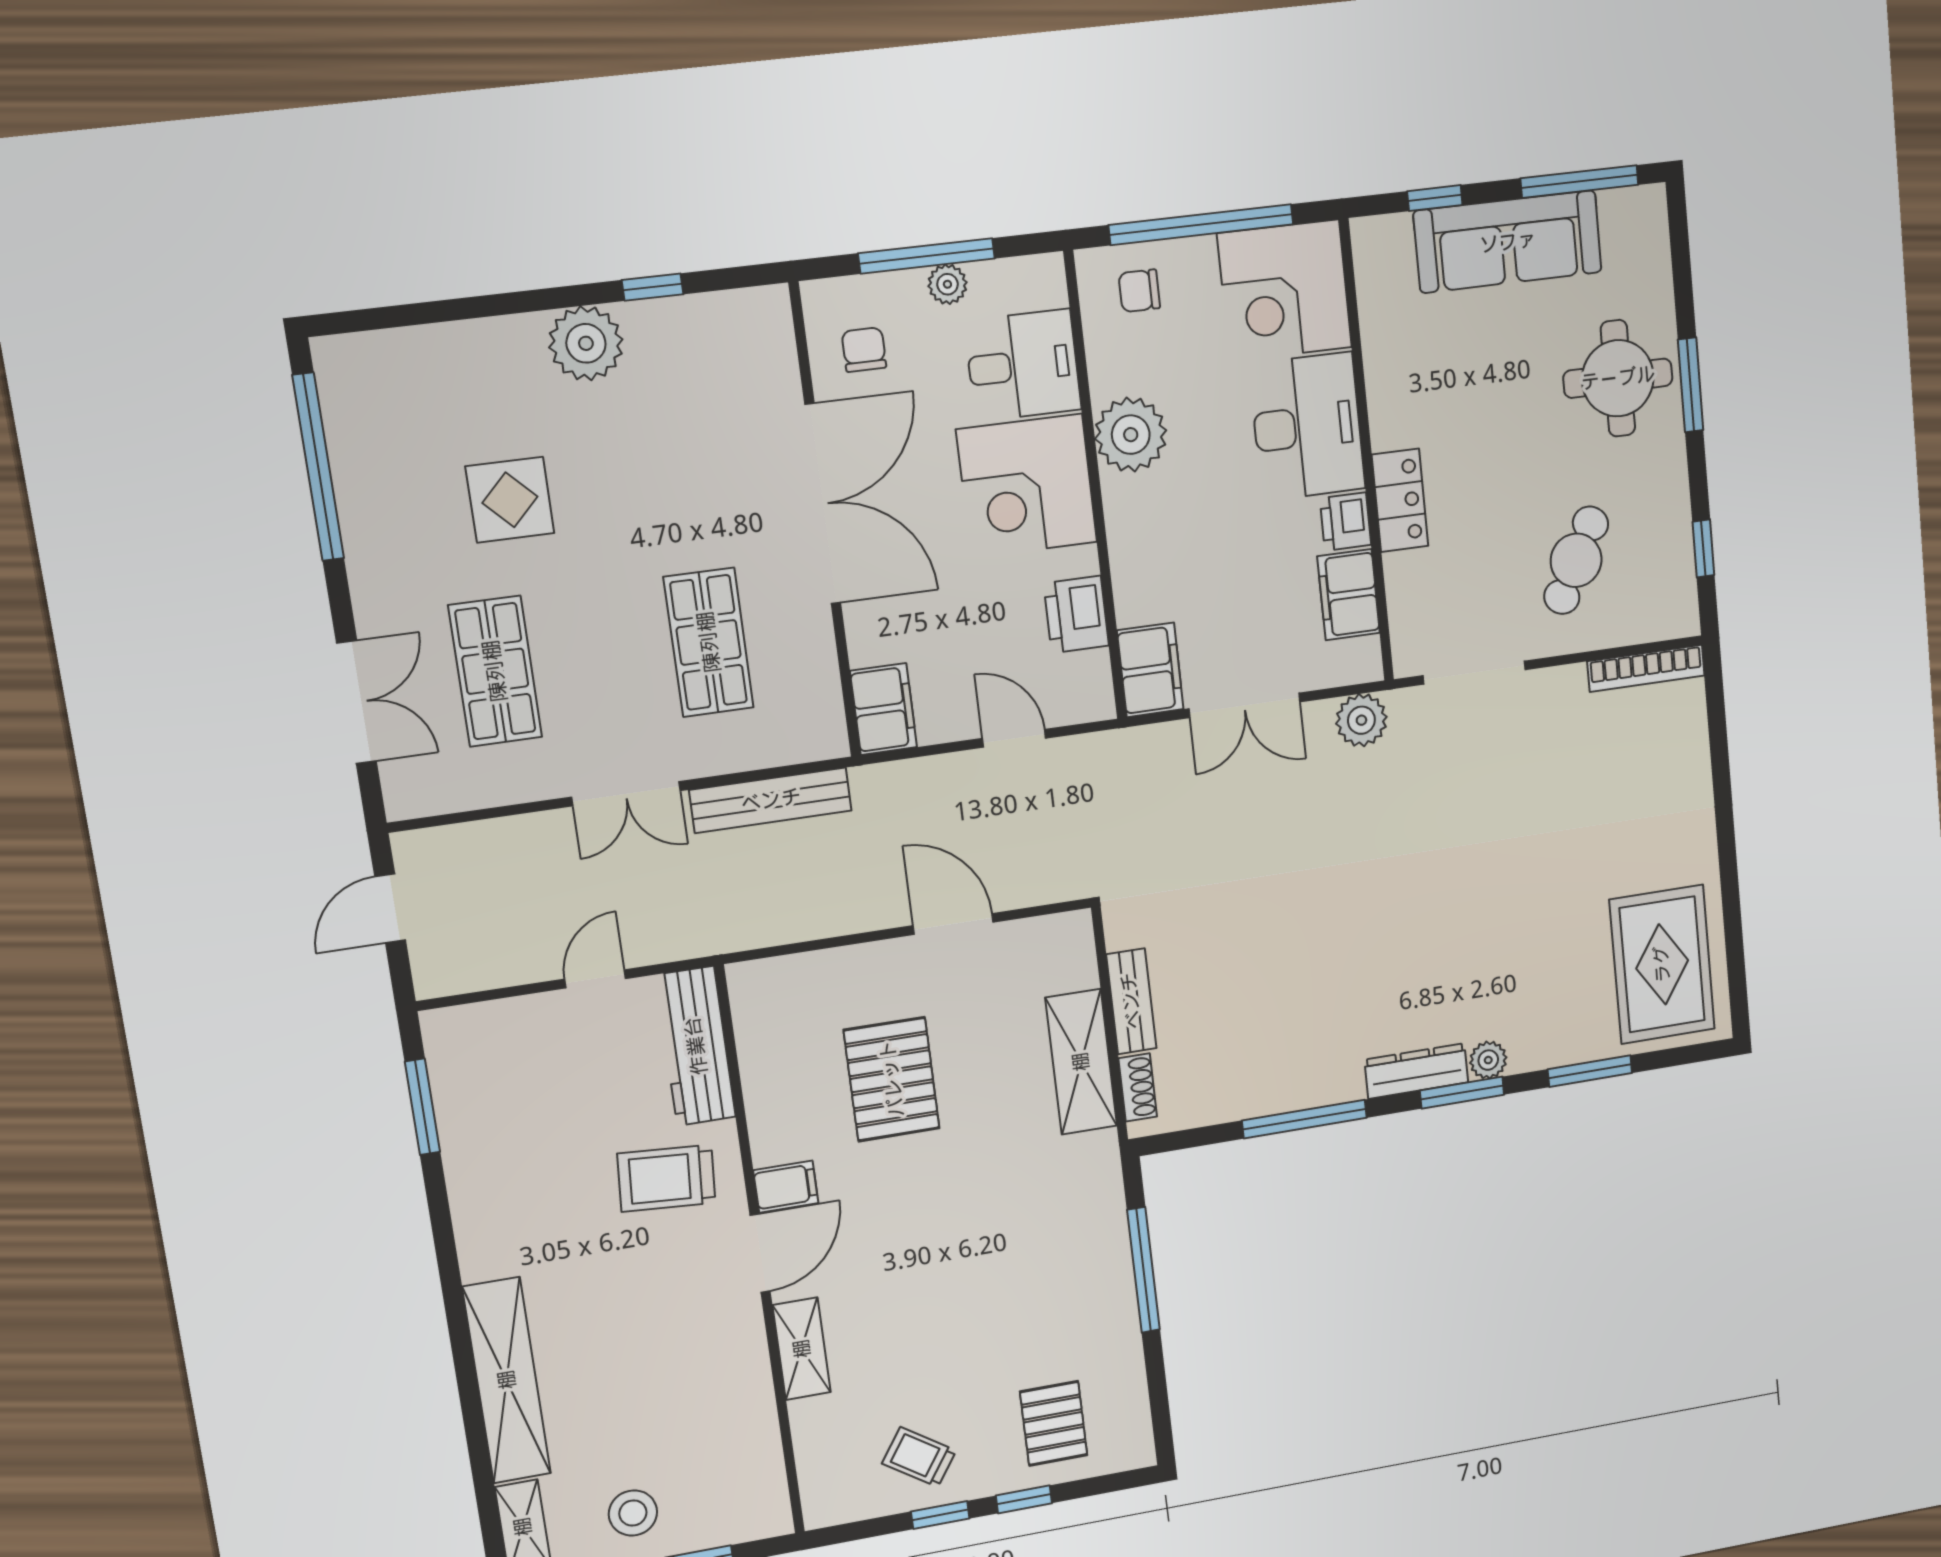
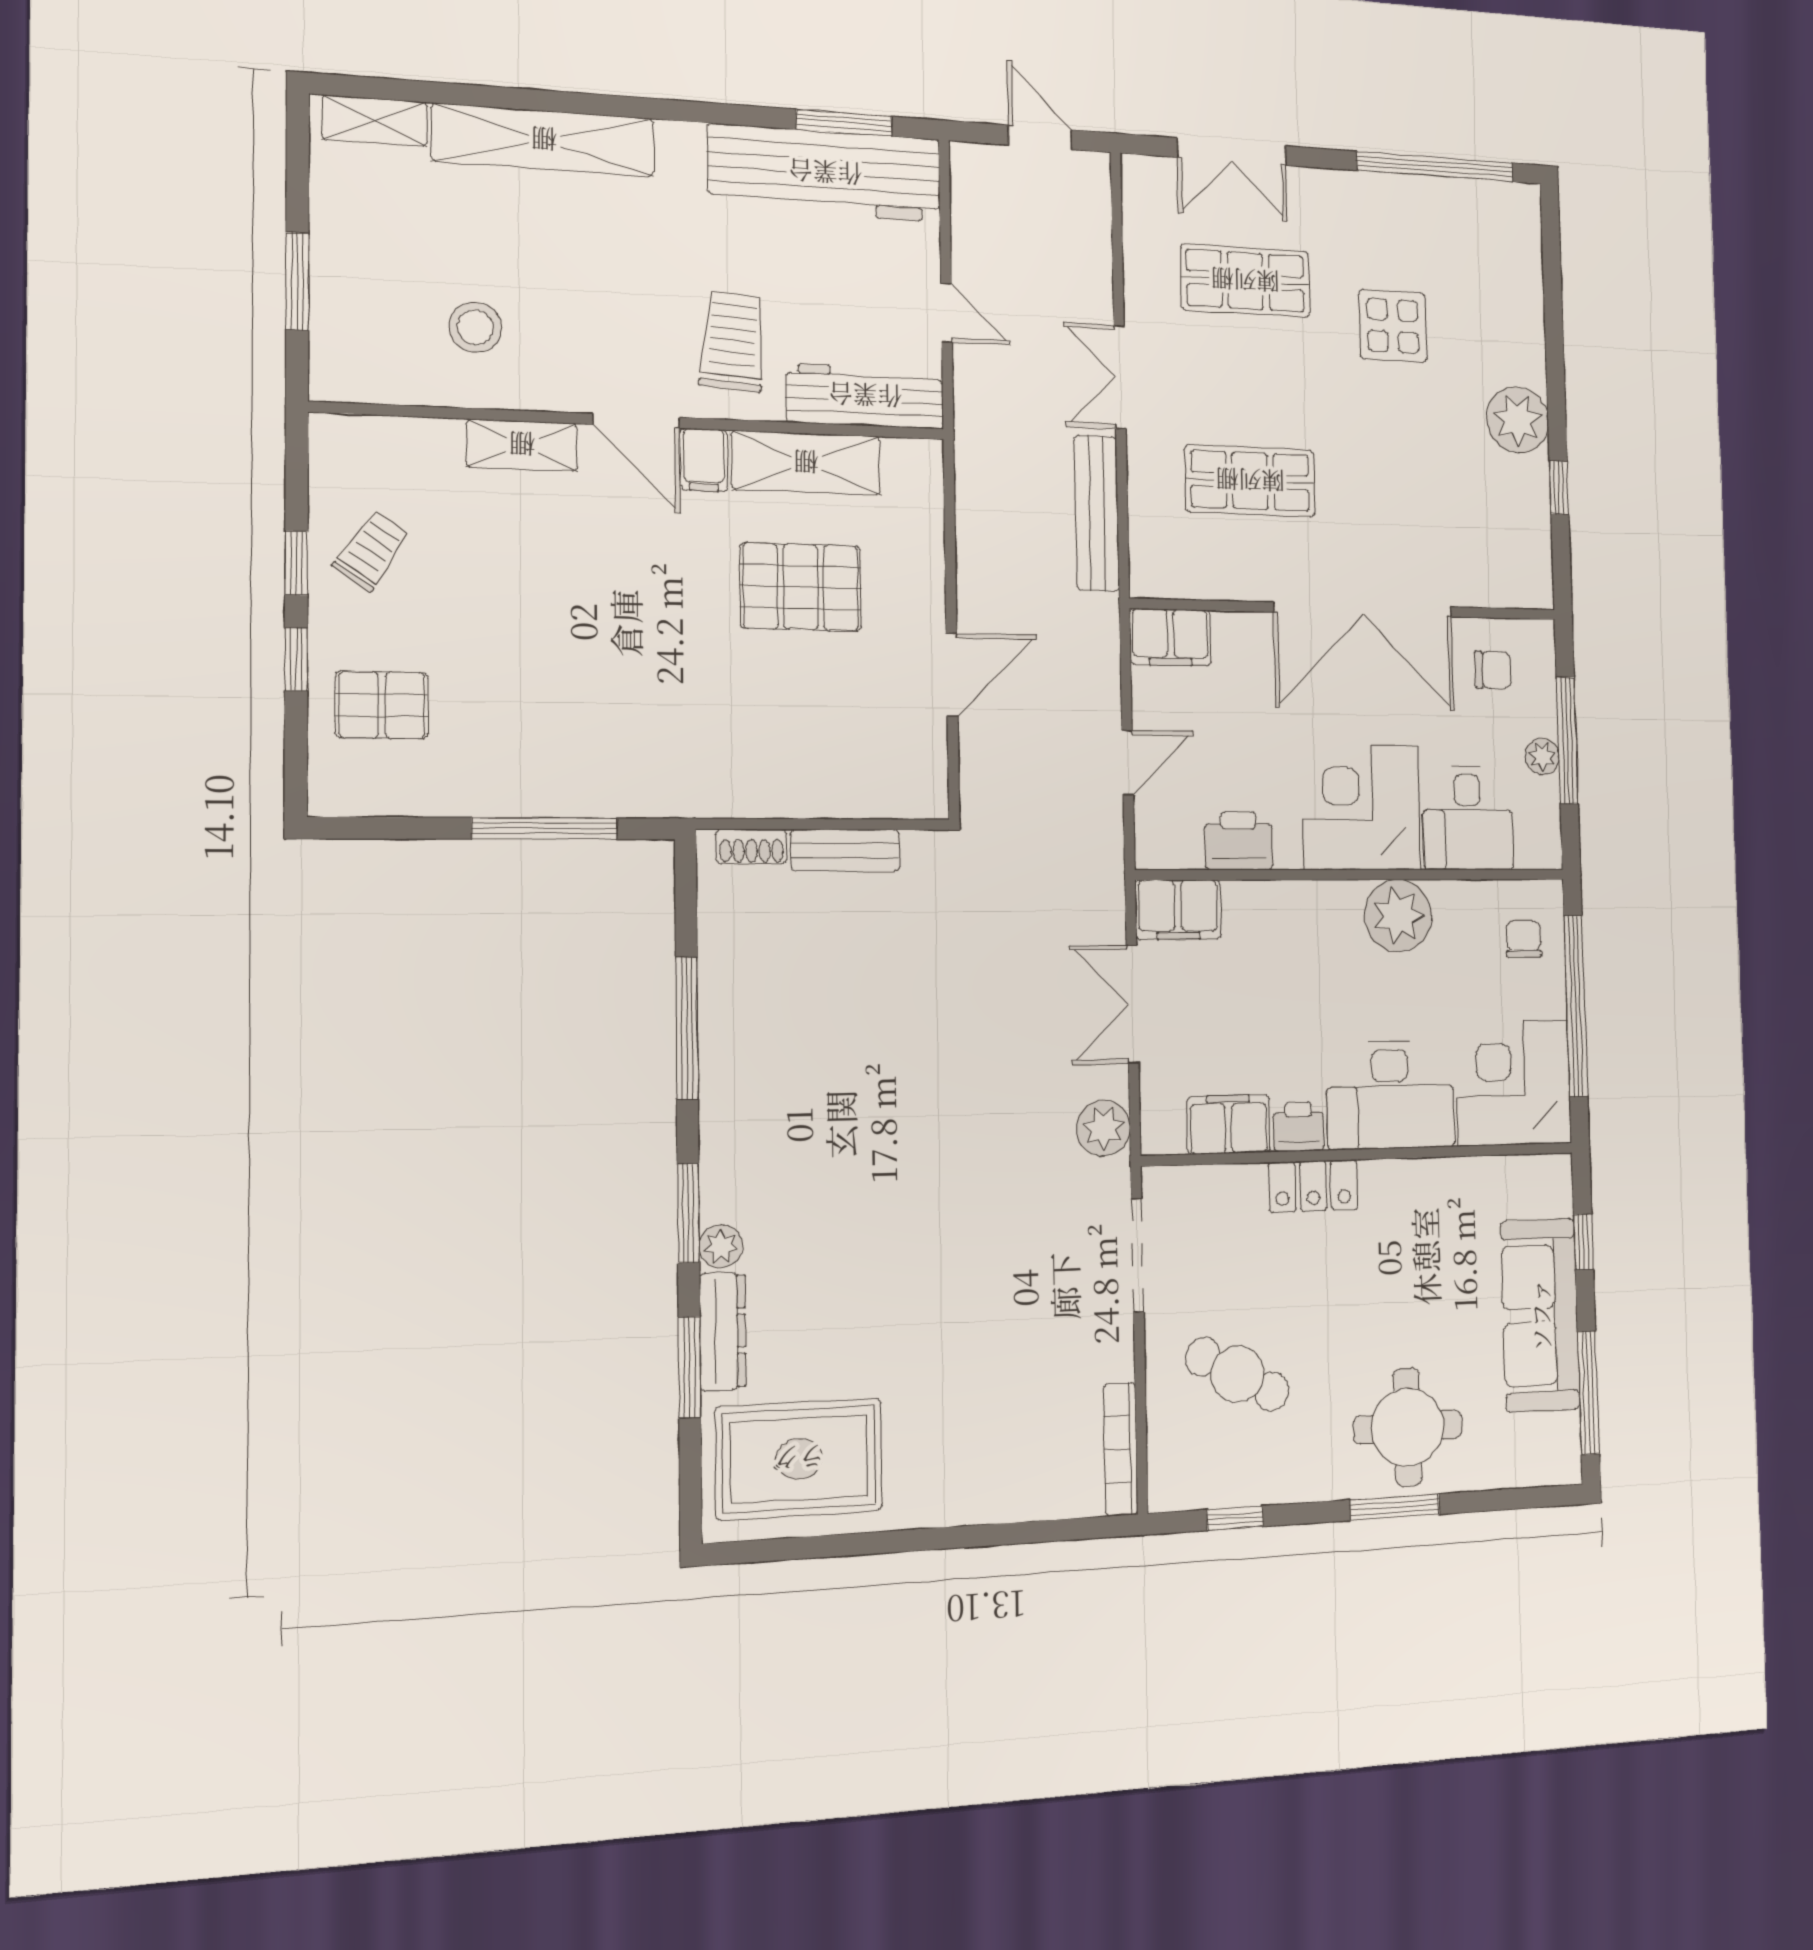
shelving: (1081, 1062) -> (806, 463), moved
dresser: (1416, 1071) -> (723, 1331), moved
workbench: (479, 1118) -> (825, 173), added
stool: (633, 1513) -> (475, 327), moved

